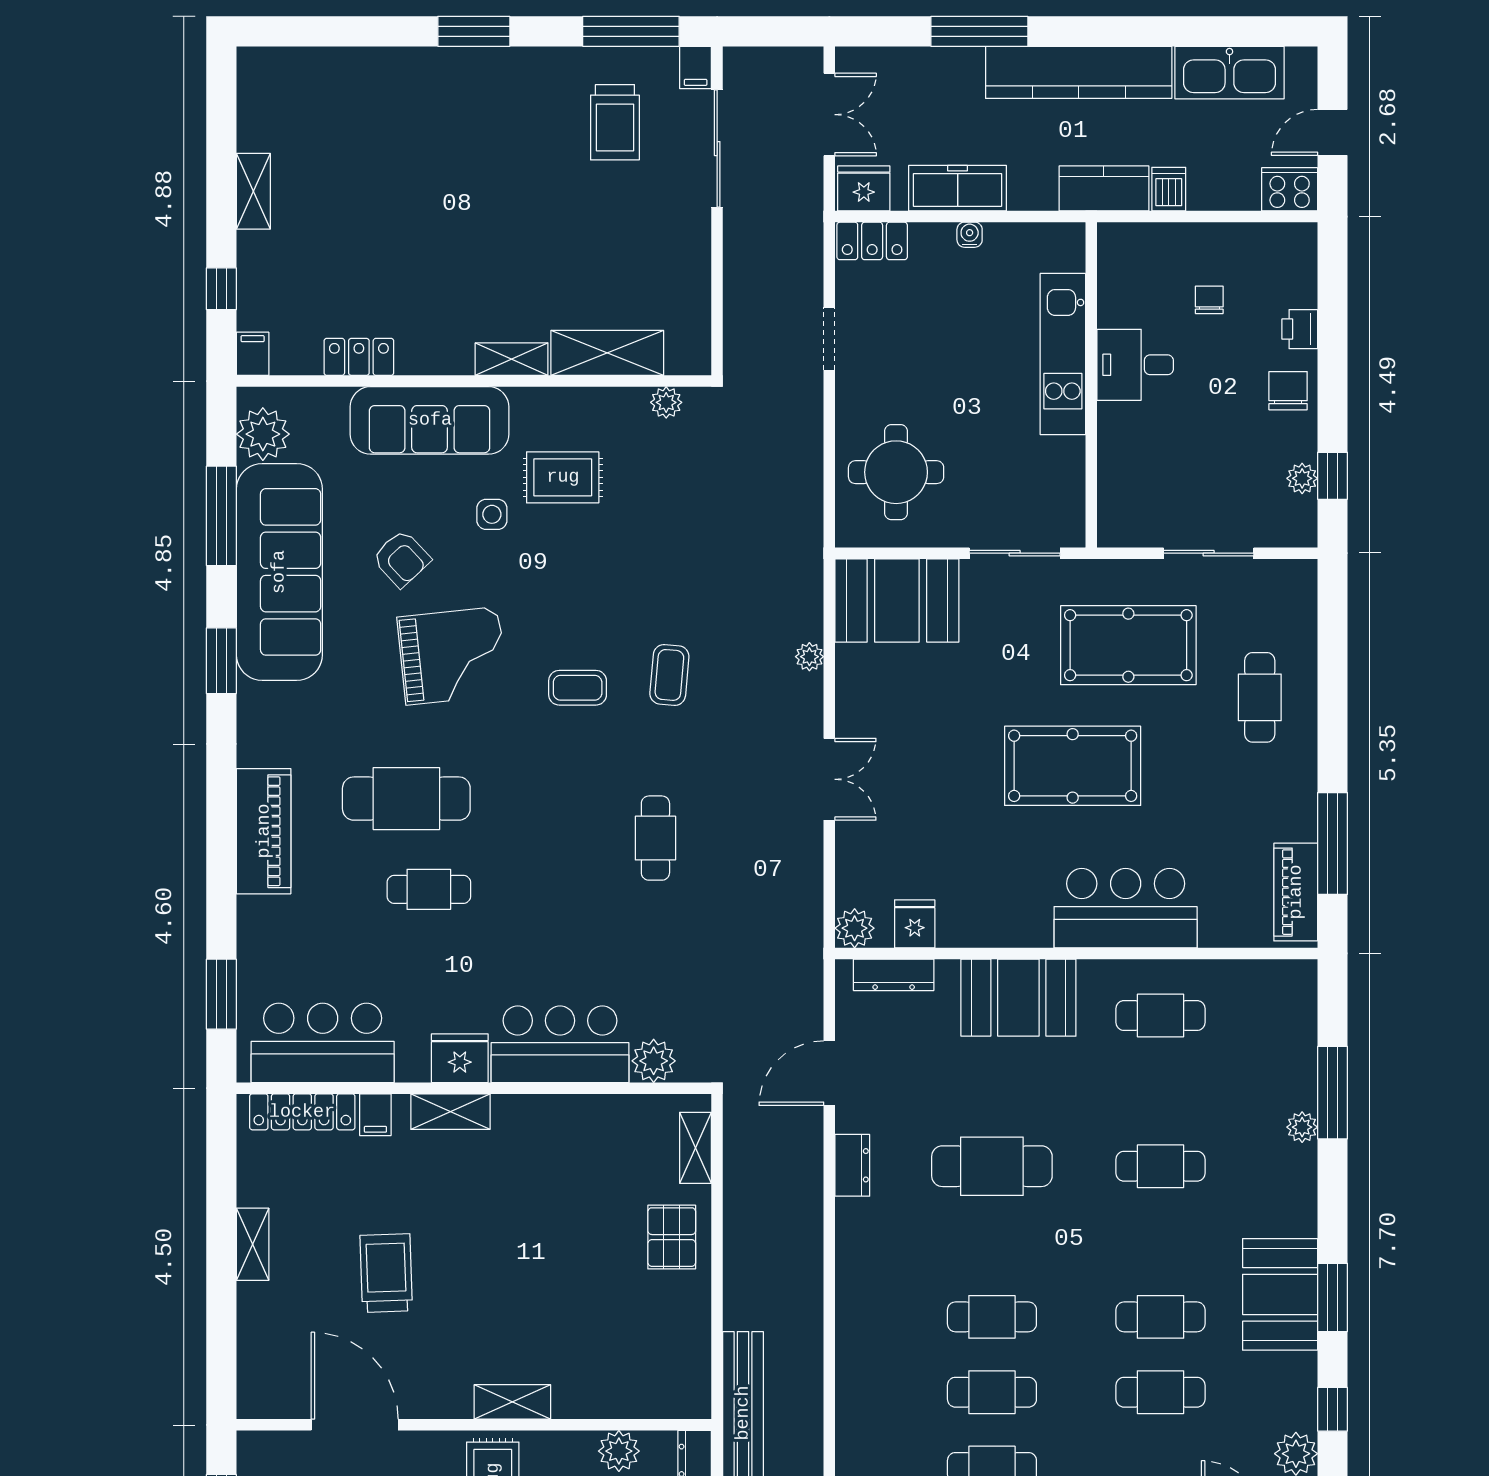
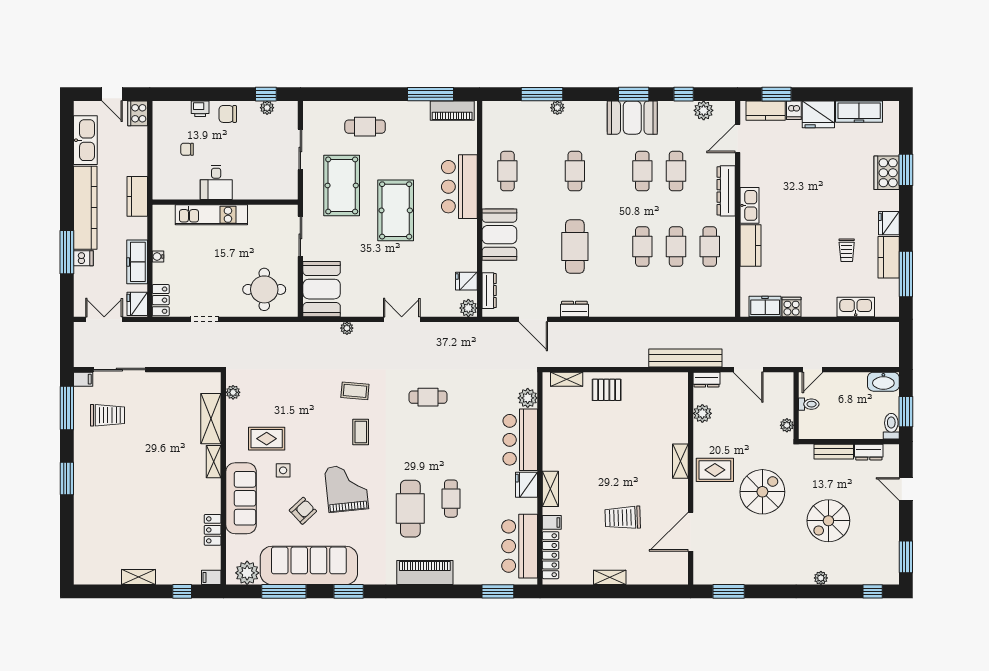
dishwasher: (1169, 189) -> (83, 258), moved, turned 180
rug: (563, 477) -> (267, 439), turned 90

